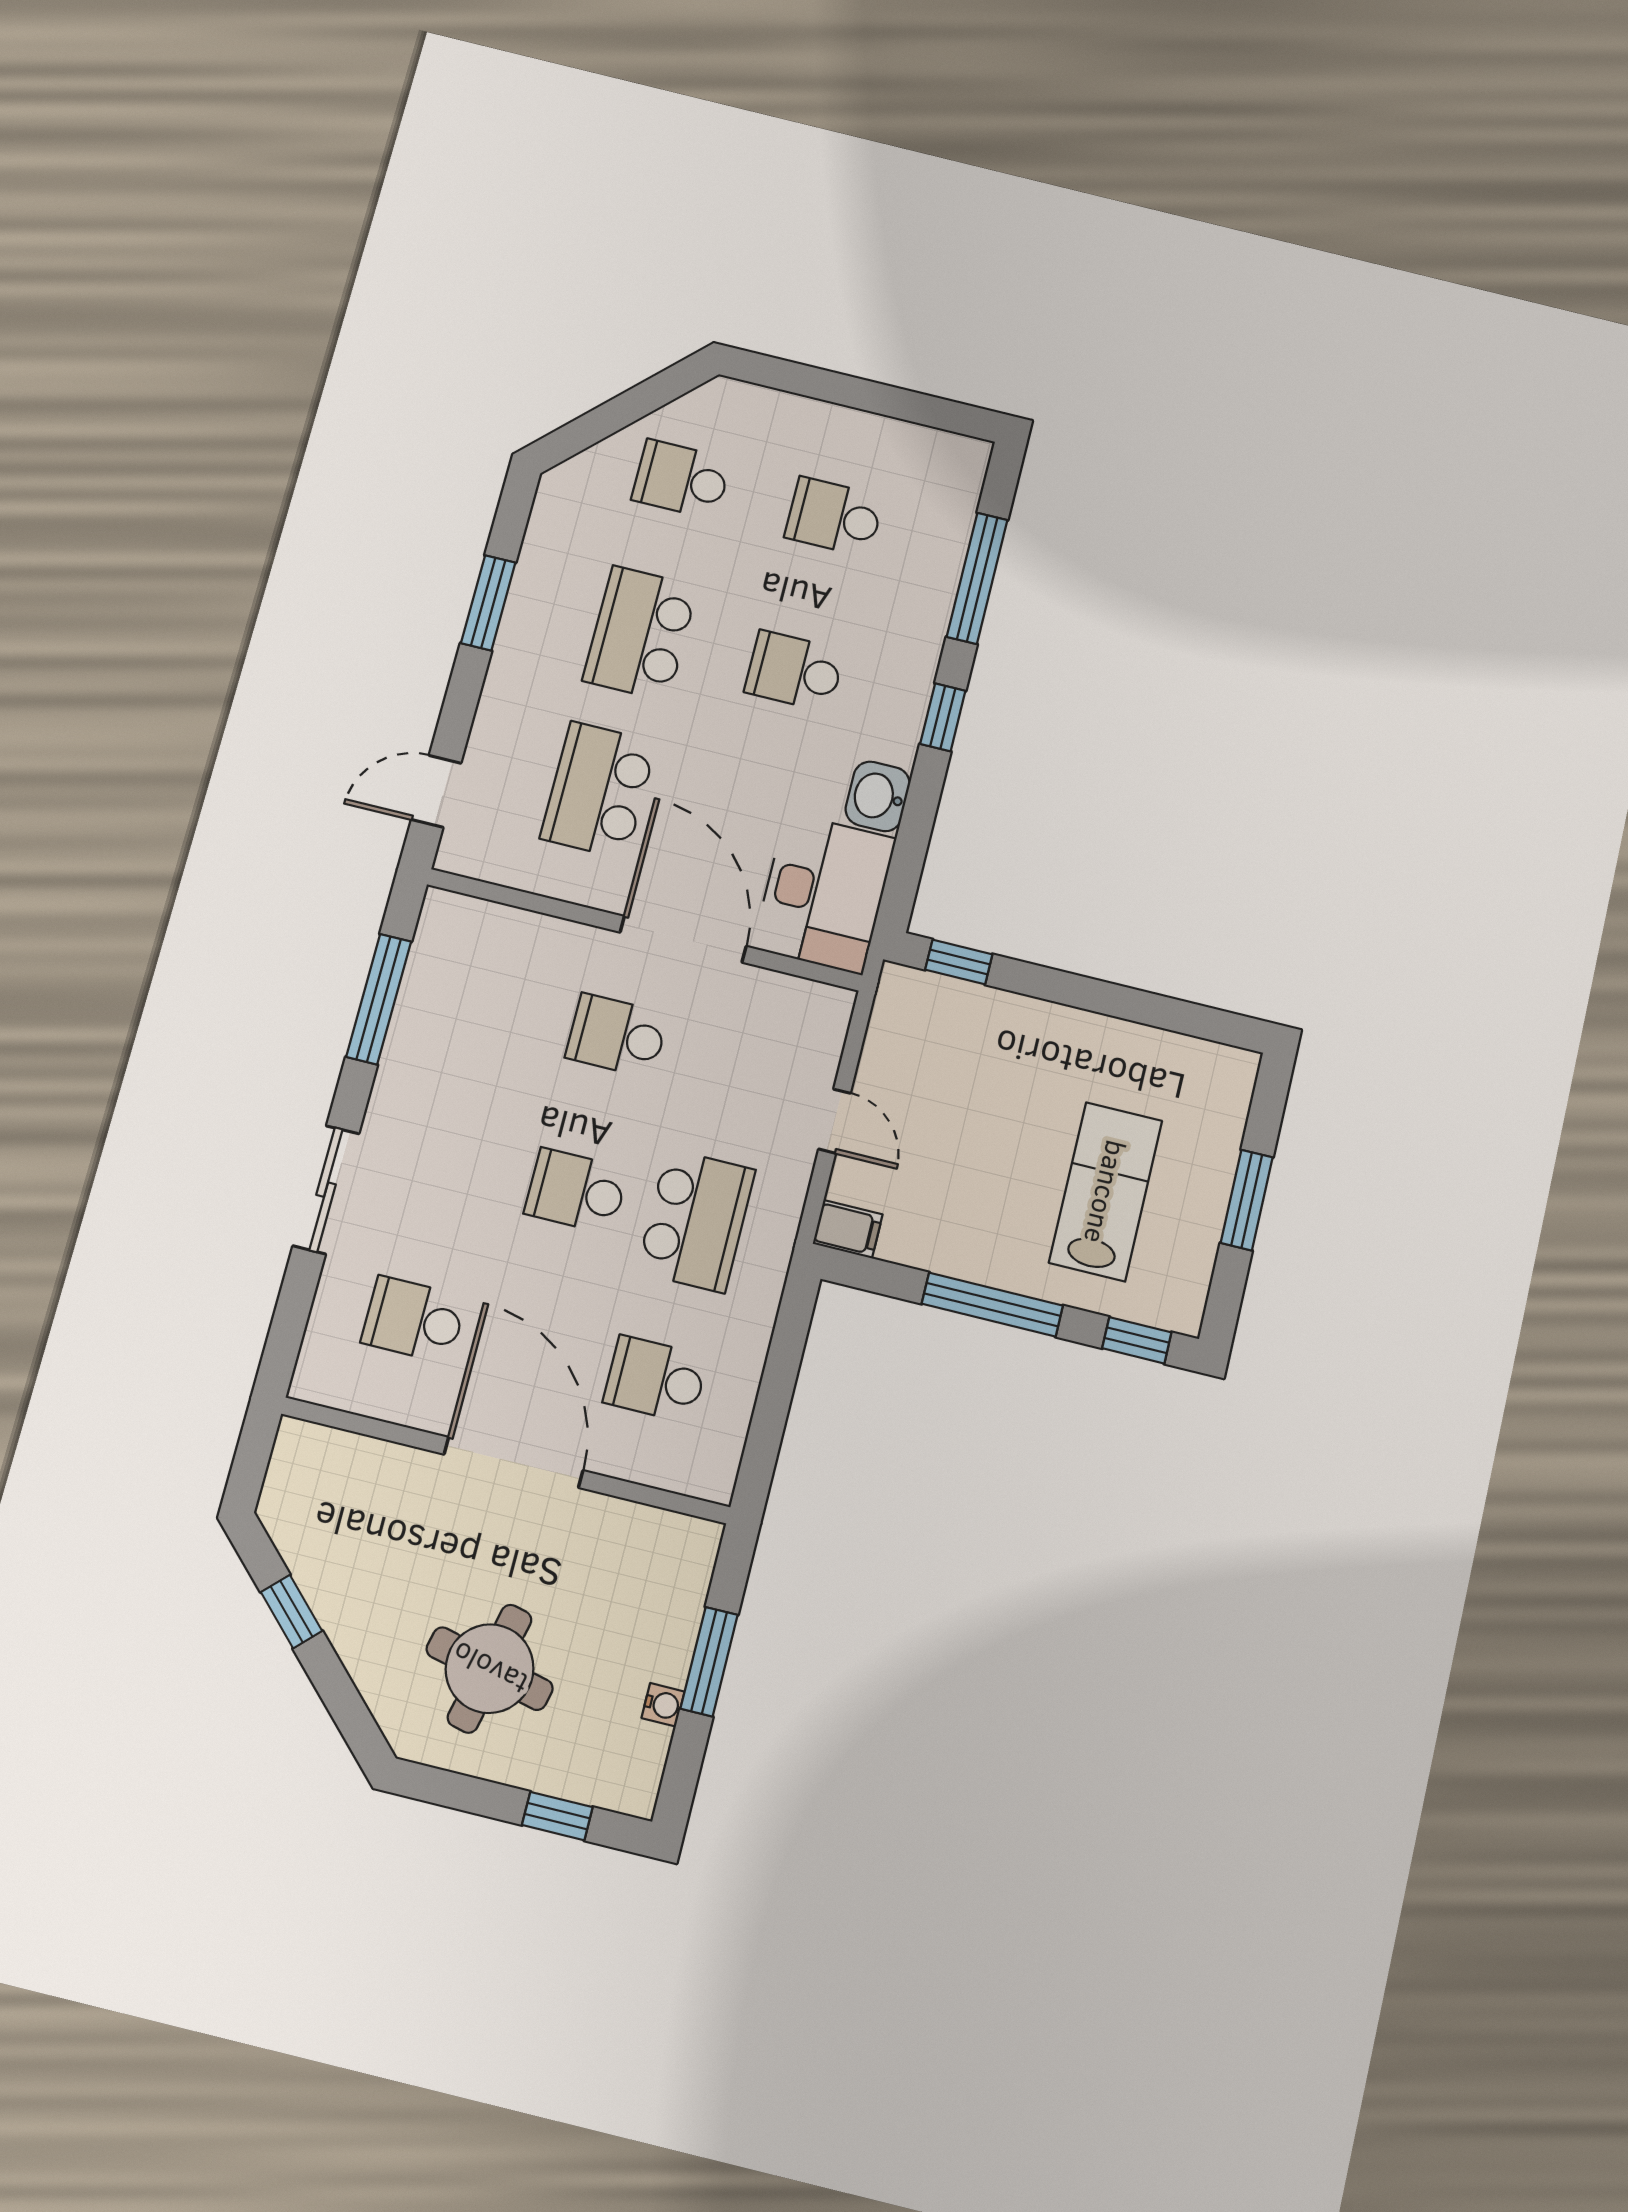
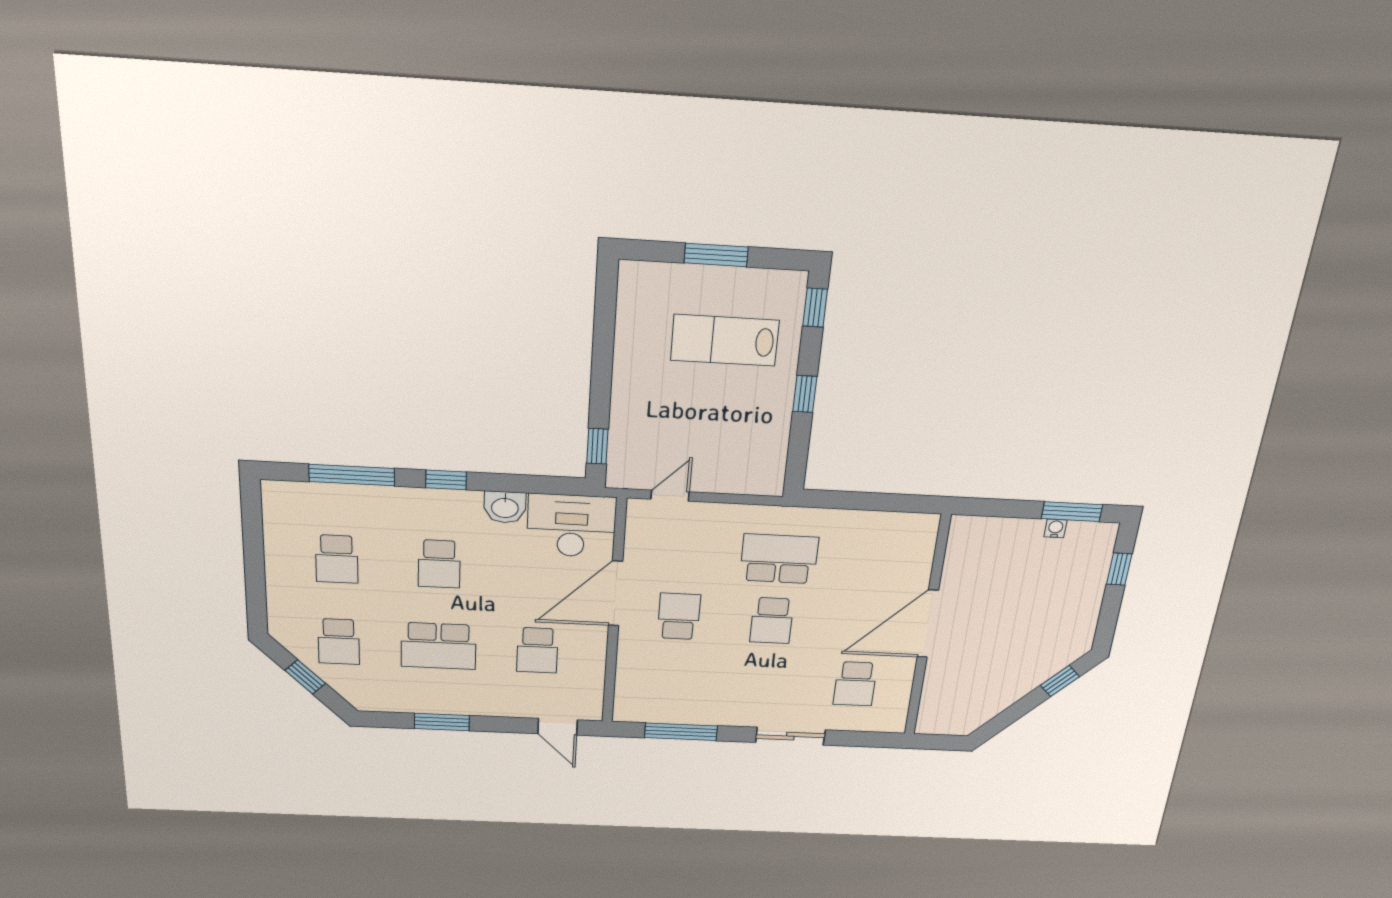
window: (625, 409) -> (305, 677), added
school desk: (599, 790) -> (537, 650), width x0.54
school desk: (617, 1036) -> (679, 616), turned 180
door: (835, 1121) -> (670, 496), moved
filing cabinet: (848, 1229) -> (771, 480), removed
window: (992, 1305) -> (805, 394), width x0.46
school desk: (656, 1379) -> (873, 563), removed
window: (292, 1612) -> (1060, 681), moved
window: (709, 1662) -> (1072, 512), moved
round table: (490, 1669) -> (1041, 615), removed

